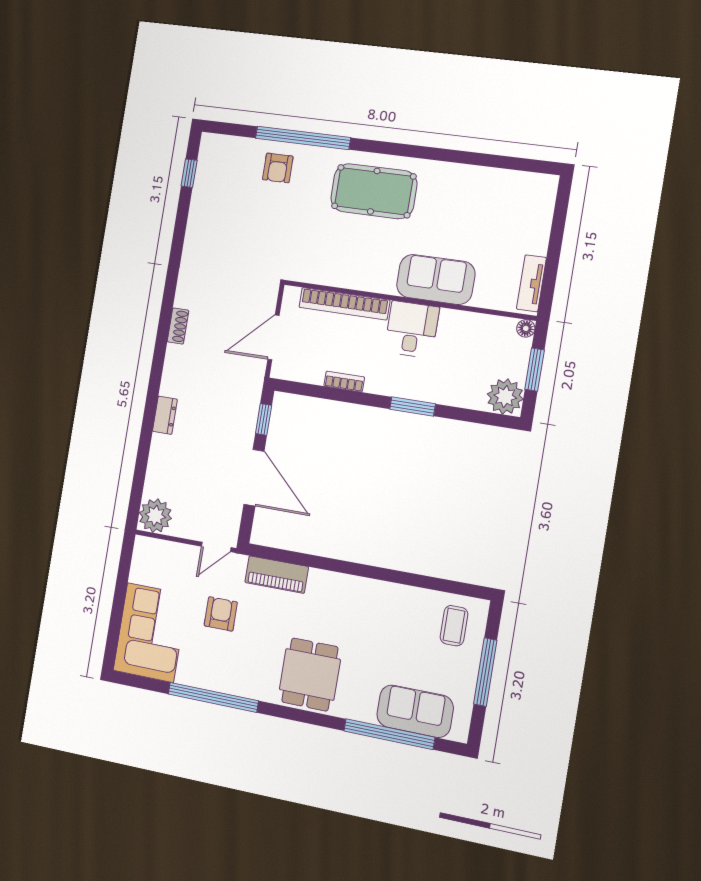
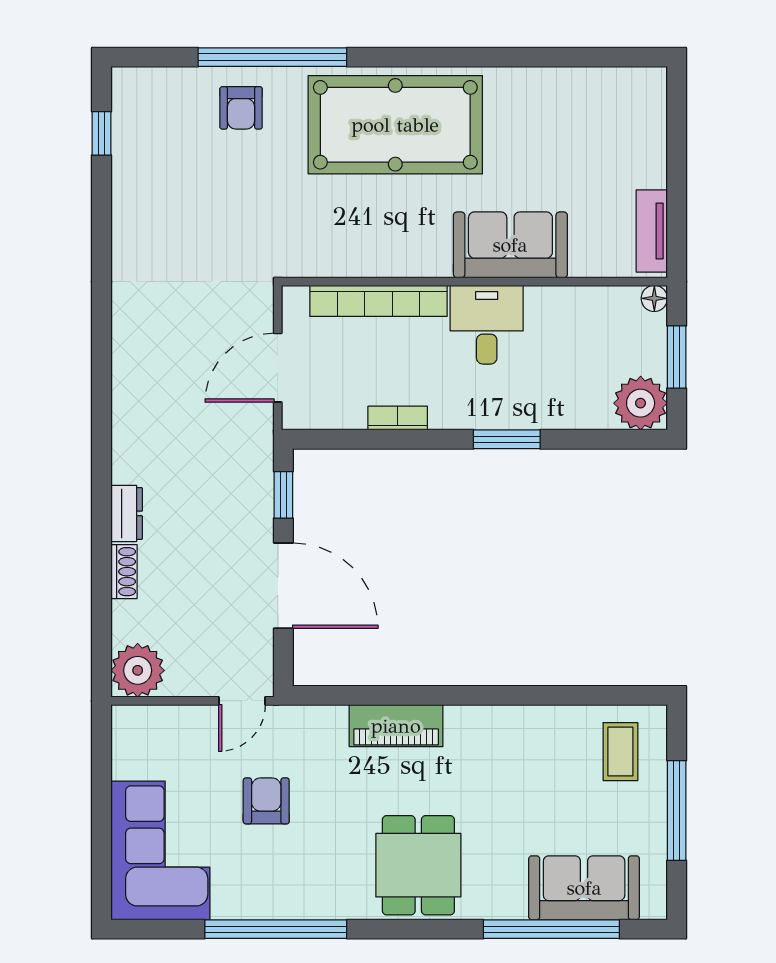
pool table: (374, 191) -> (395, 125), width x1.36, depth x1.32
shoe rack: (178, 326) -> (124, 572), moved
piano: (277, 575) -> (396, 726), moved

